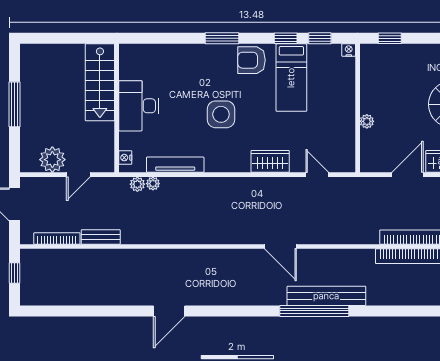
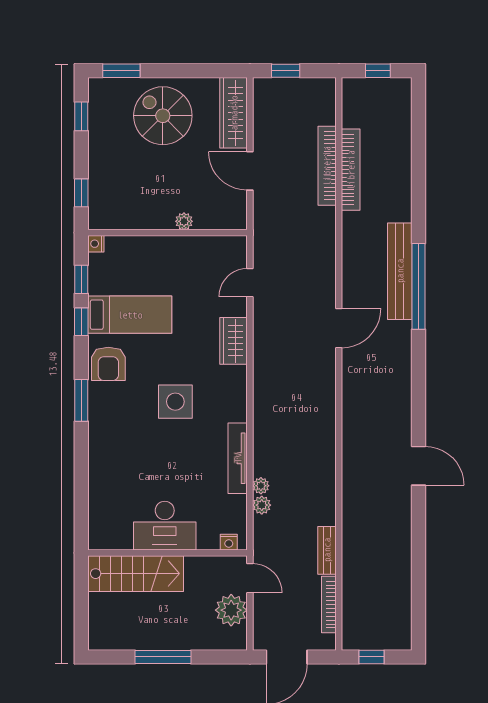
stairs: (100, 82) -> (136, 574), moved
desk: (139, 106) -> (165, 526), moved
wall: (117, 108) -> (168, 553), moved
nightstand: (125, 158) -> (229, 542), moved

